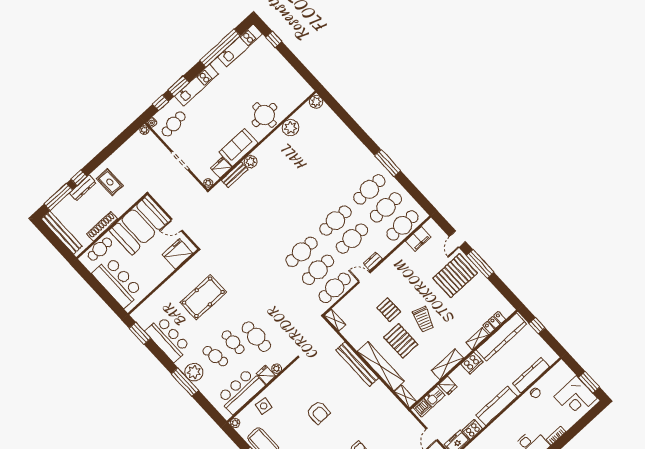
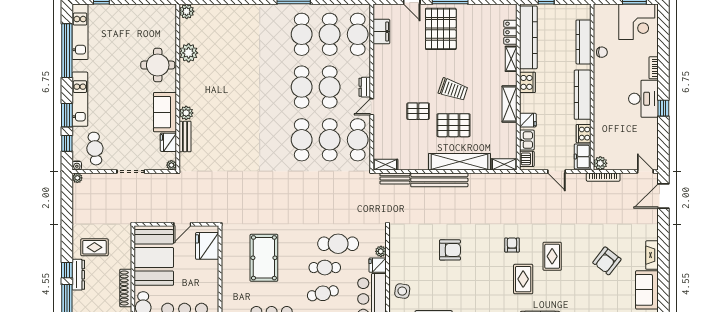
bench: (332, 335) -> (395, 178), added

